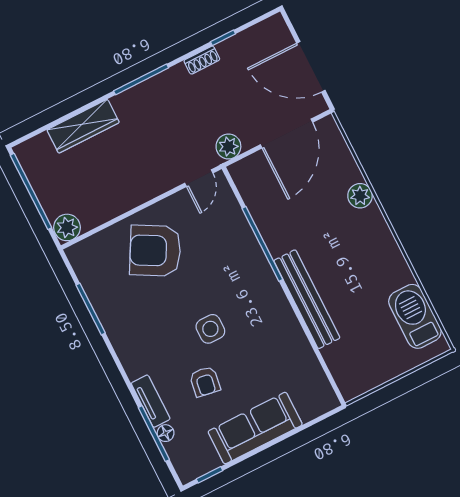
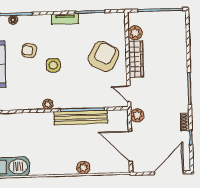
door: (311, 67) -> (169, 173), moved
wardrobe: (83, 126) -> (136, 59), moved, turned 180
plant: (67, 227) -> (135, 33), moved
bench: (307, 299) -> (81, 117), moved
plant: (281, 307) -> (48, 104), added
tv unit: (151, 401) -> (65, 19), moved

